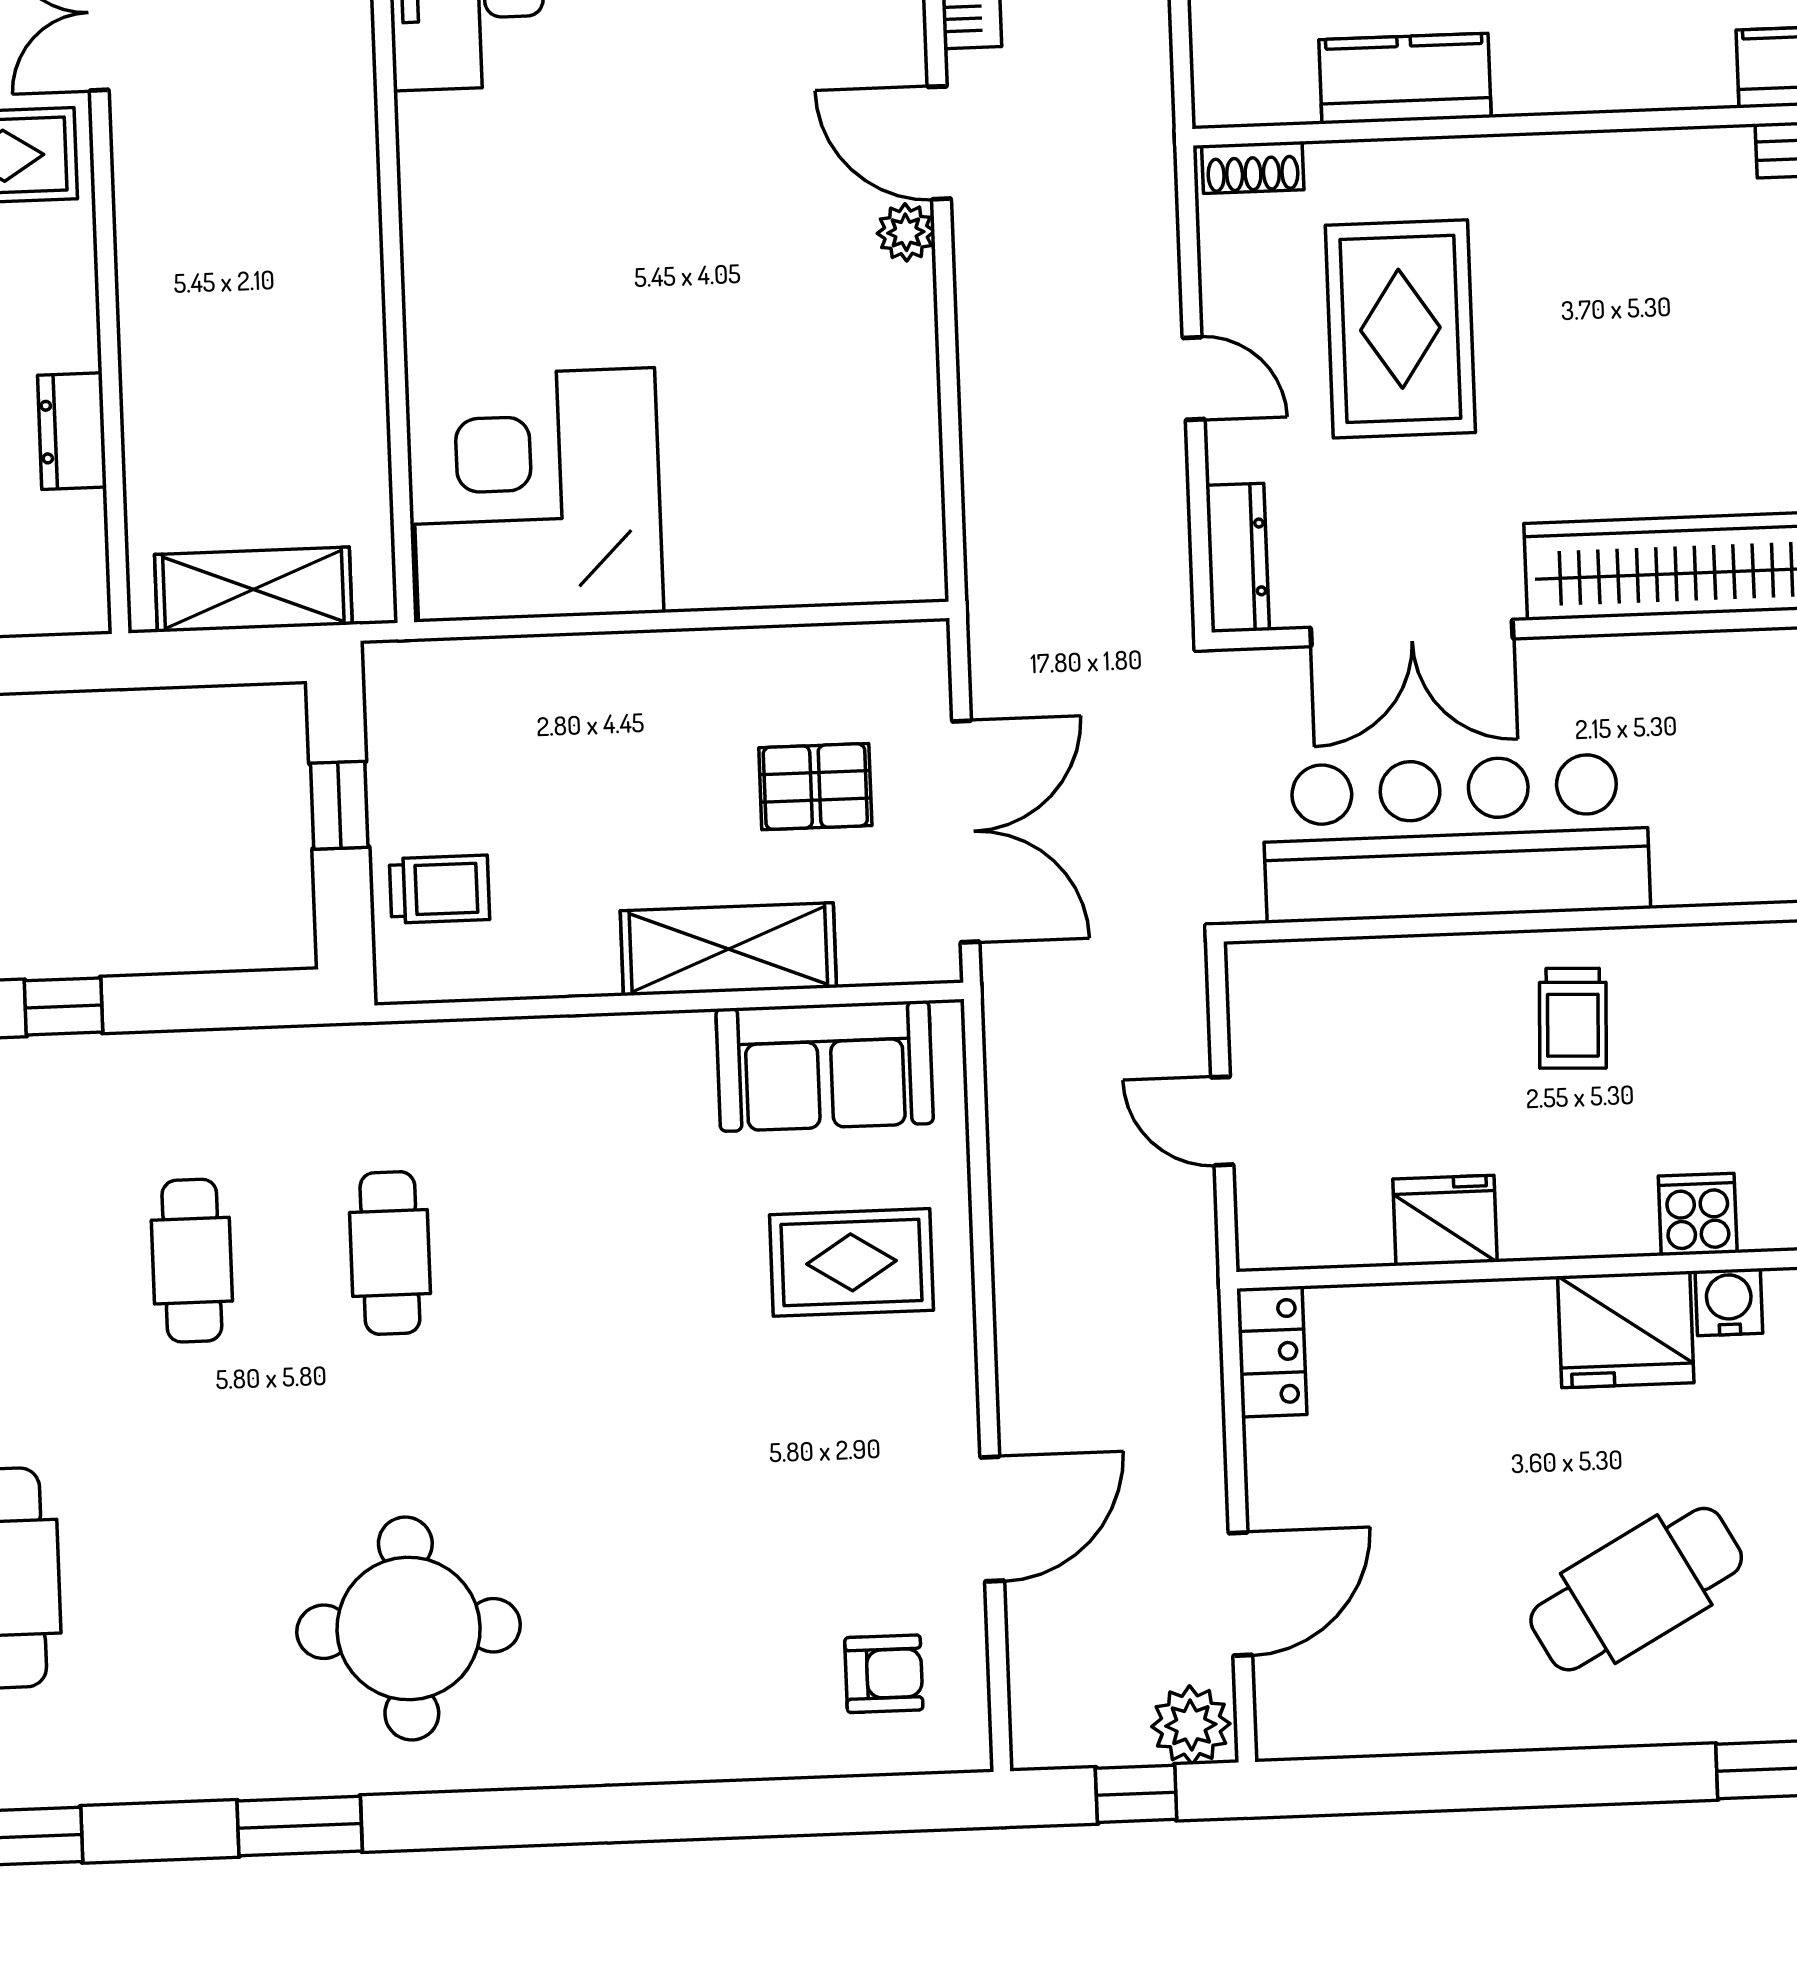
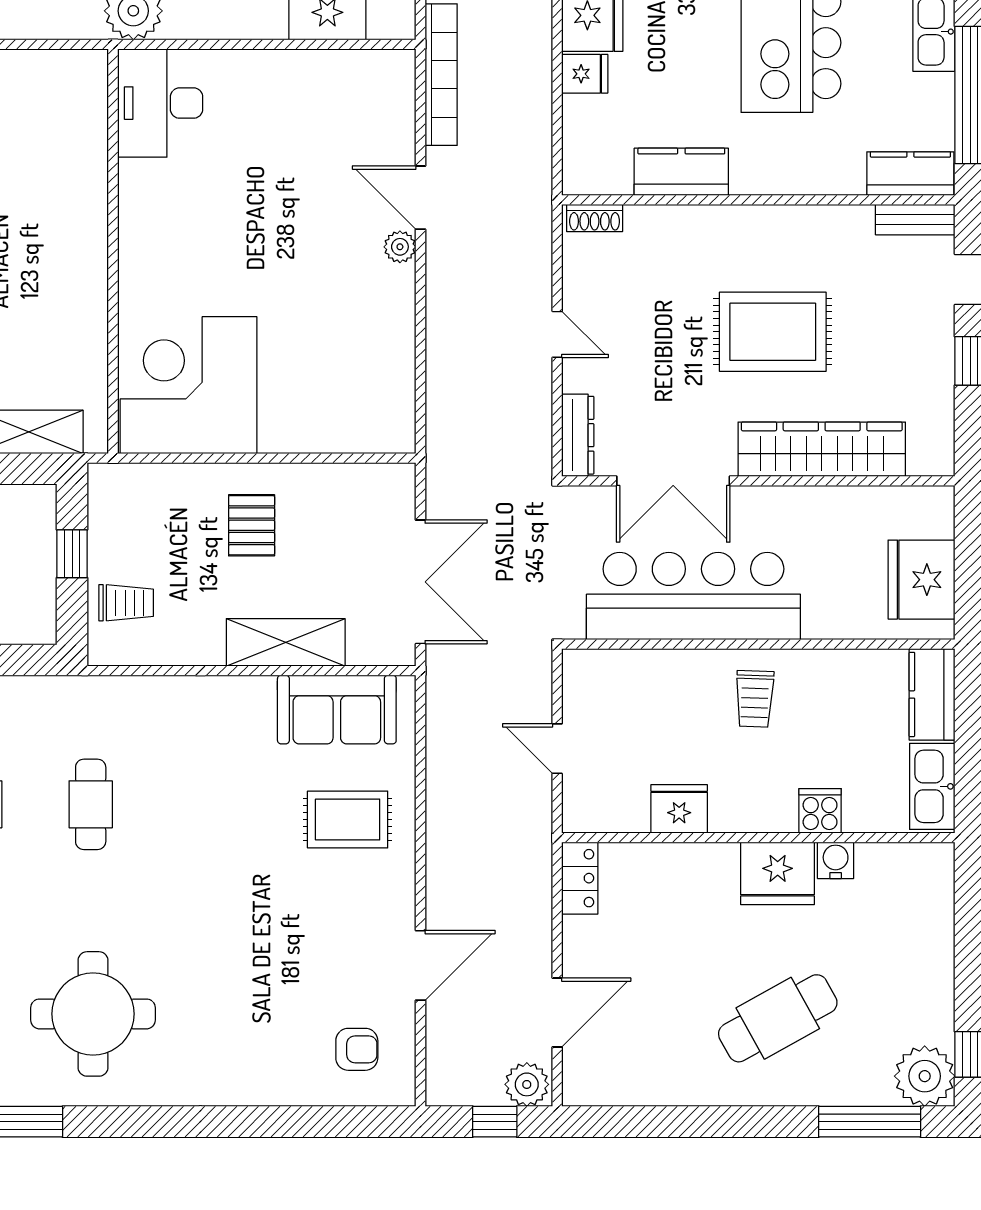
rug: (1400, 329) -> (773, 332), moved, turned 90
pallet: (815, 787) -> (252, 525), moved, turned 90

